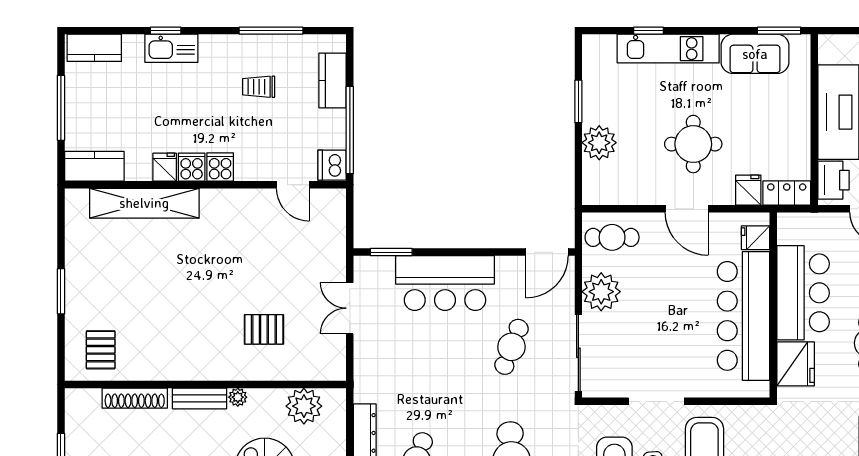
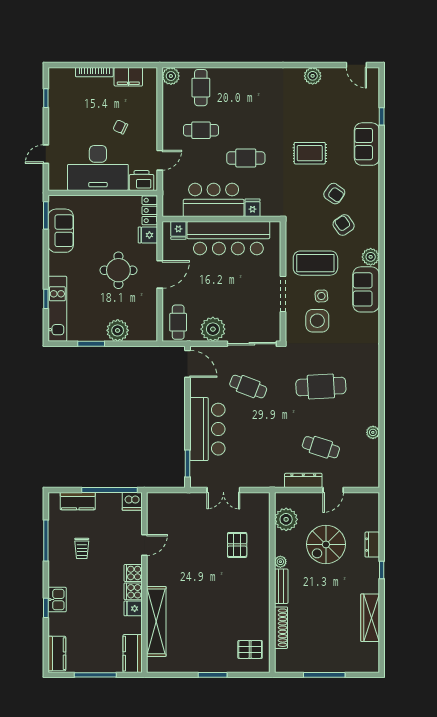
kitchen sink: (171, 48) -> (57, 600), width x0.73
kitchen unit: (668, 49) -> (57, 309), moved
door: (293, 185) -> (144, 545), moved
fridge: (796, 364) -> (253, 208), width x0.53, depth x0.75

